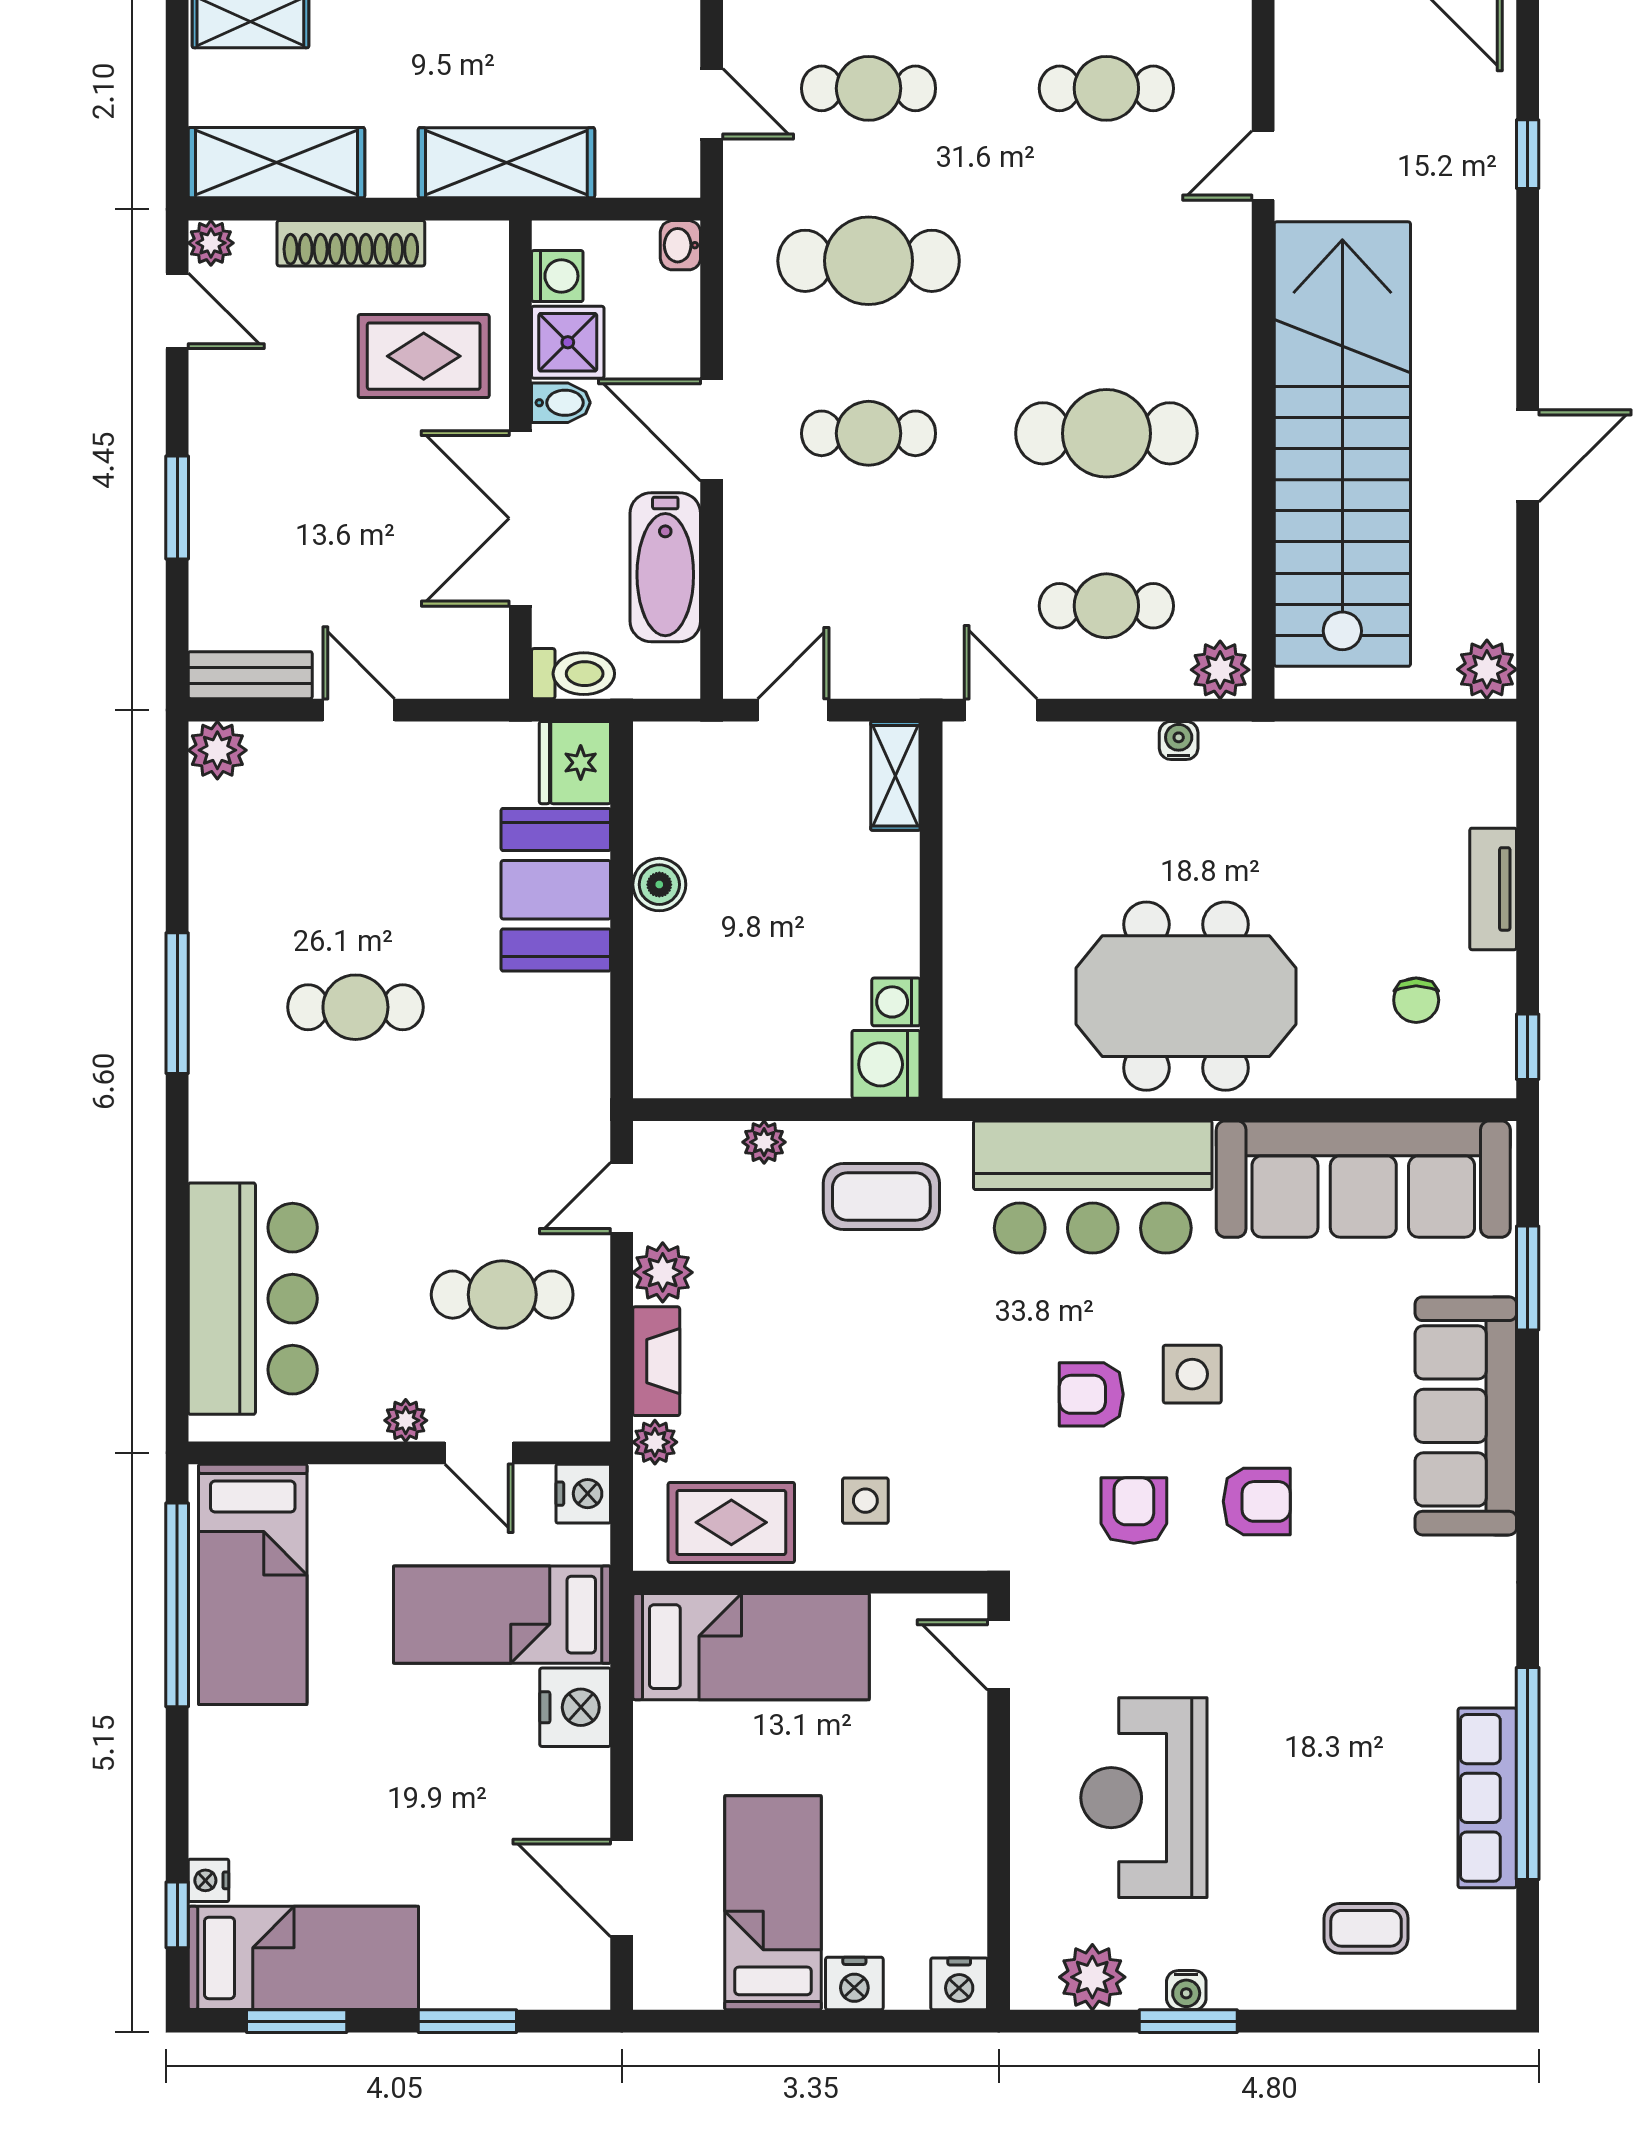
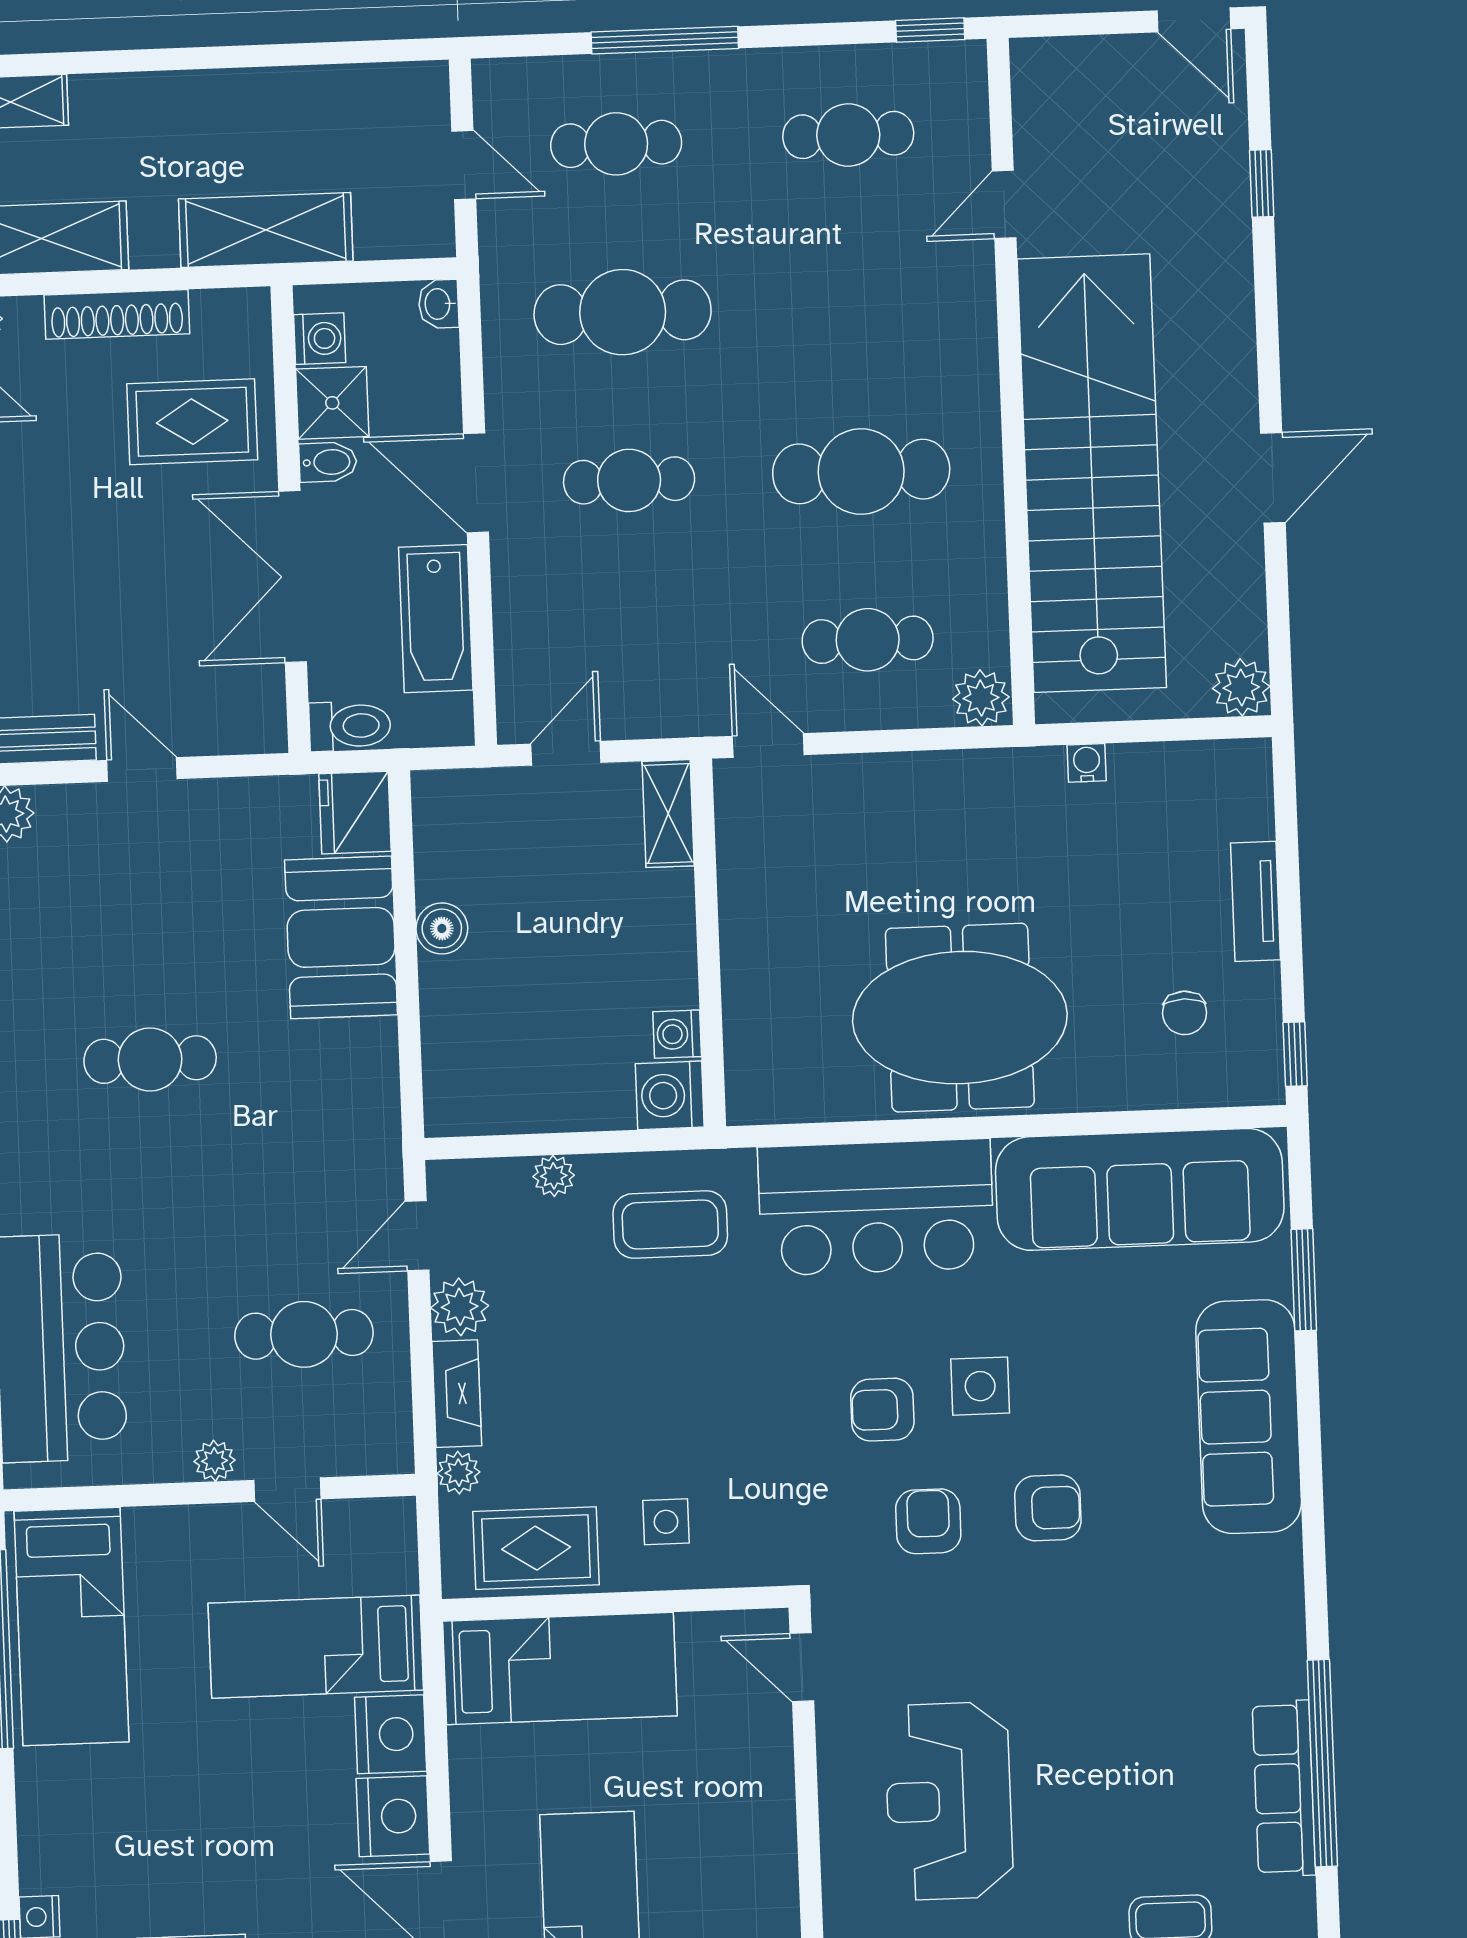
water cooler: (1179, 740) -> (1087, 763), moved
nightstand: (583, 1494) -> (393, 1816), moved, width x1.36, depth x1.33

